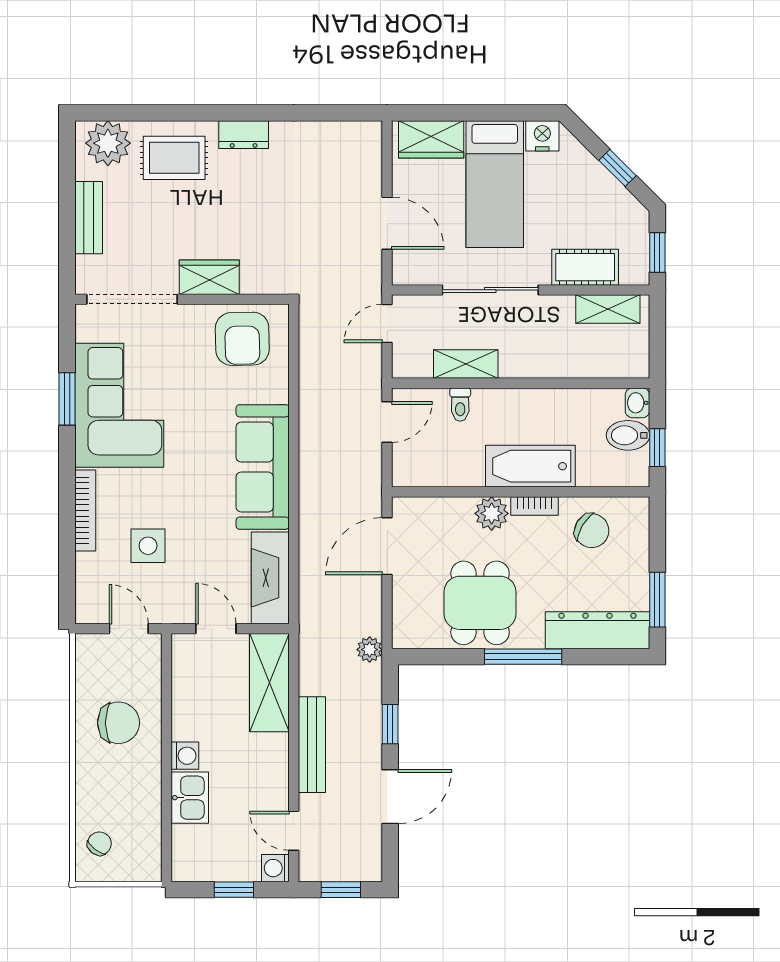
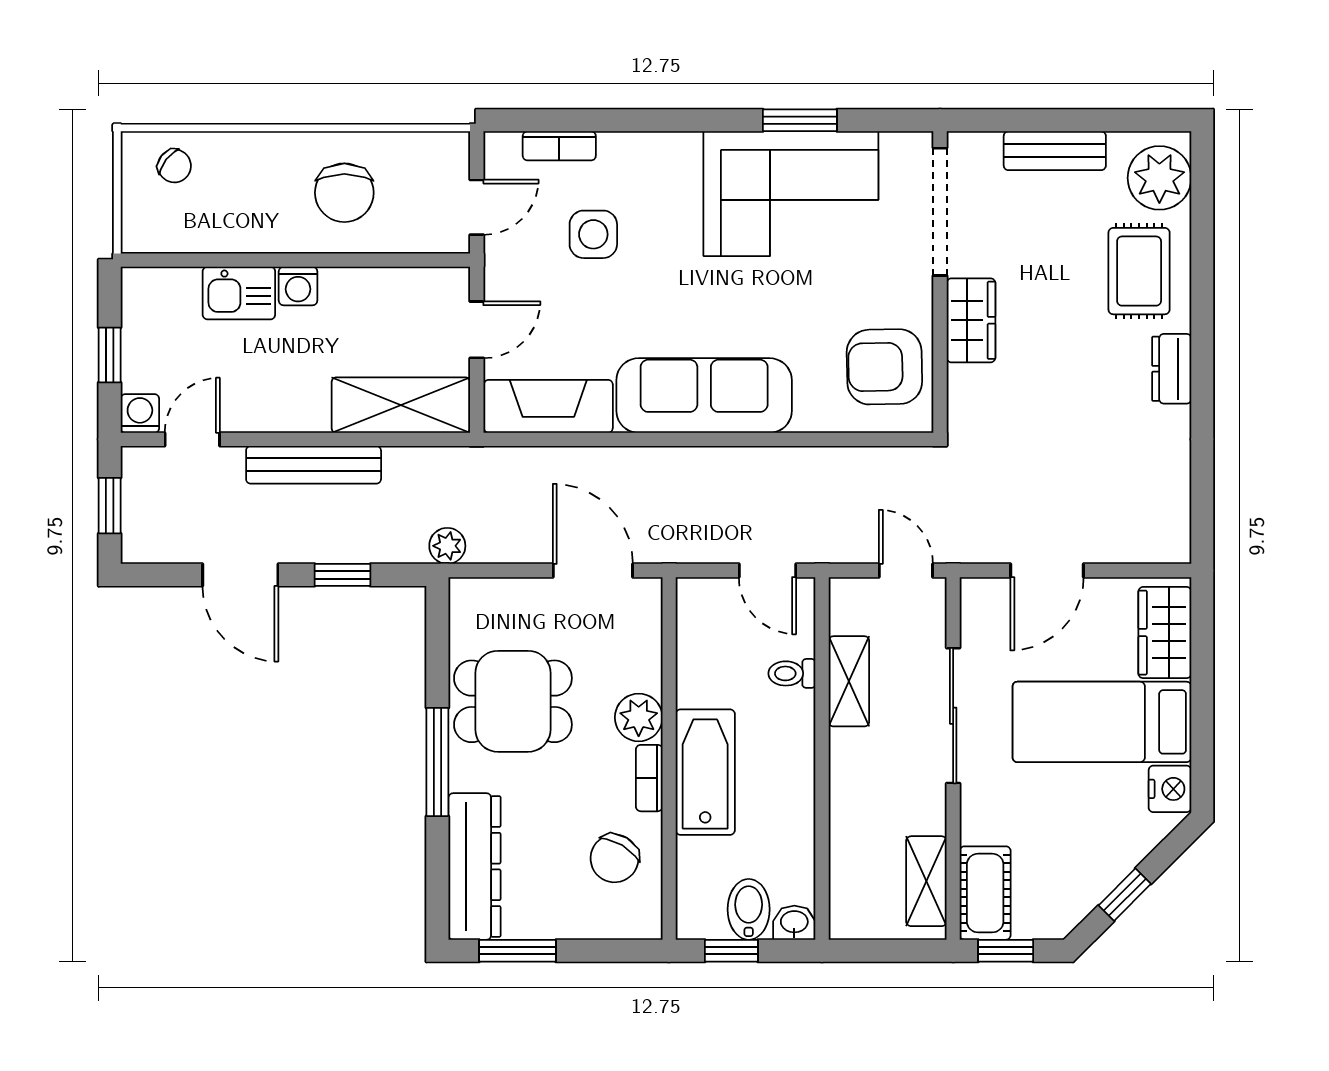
cot: (585, 267) -> (985, 893), moved
bookcase: (85, 511) -> (559, 146), moved, width x0.64

